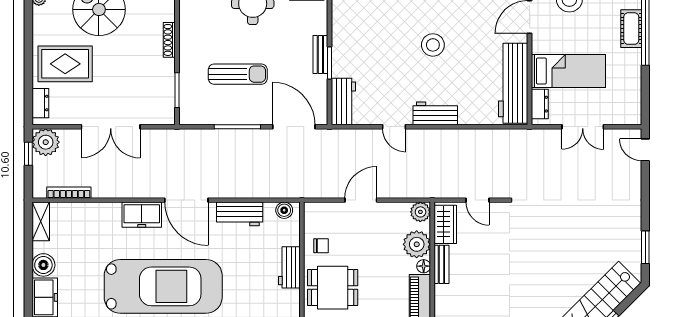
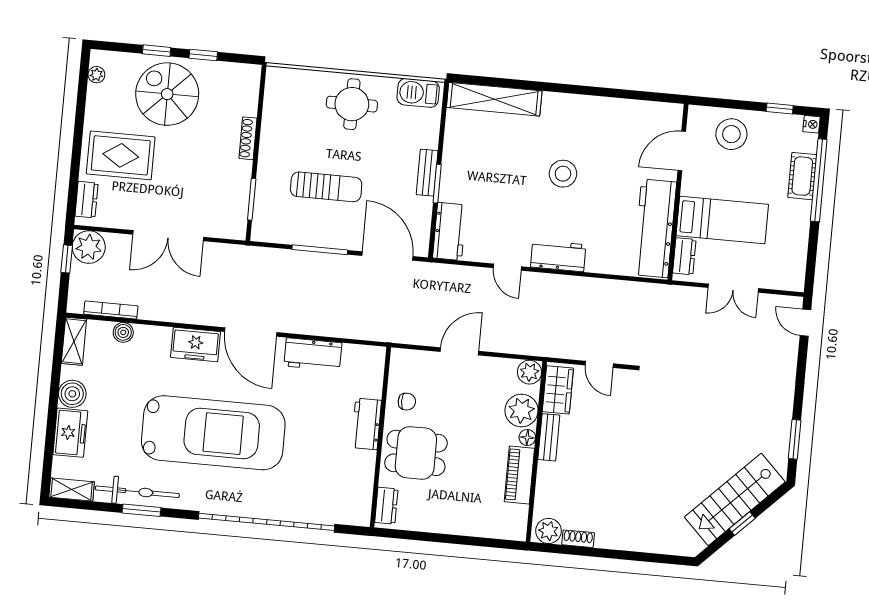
boiler: (284, 210) -> (123, 332), moved

